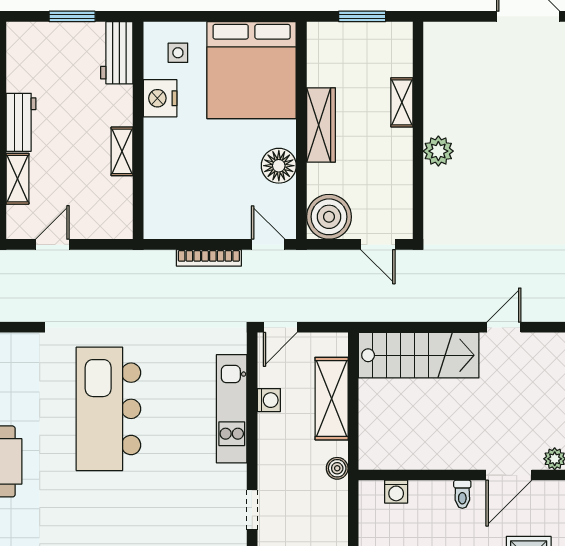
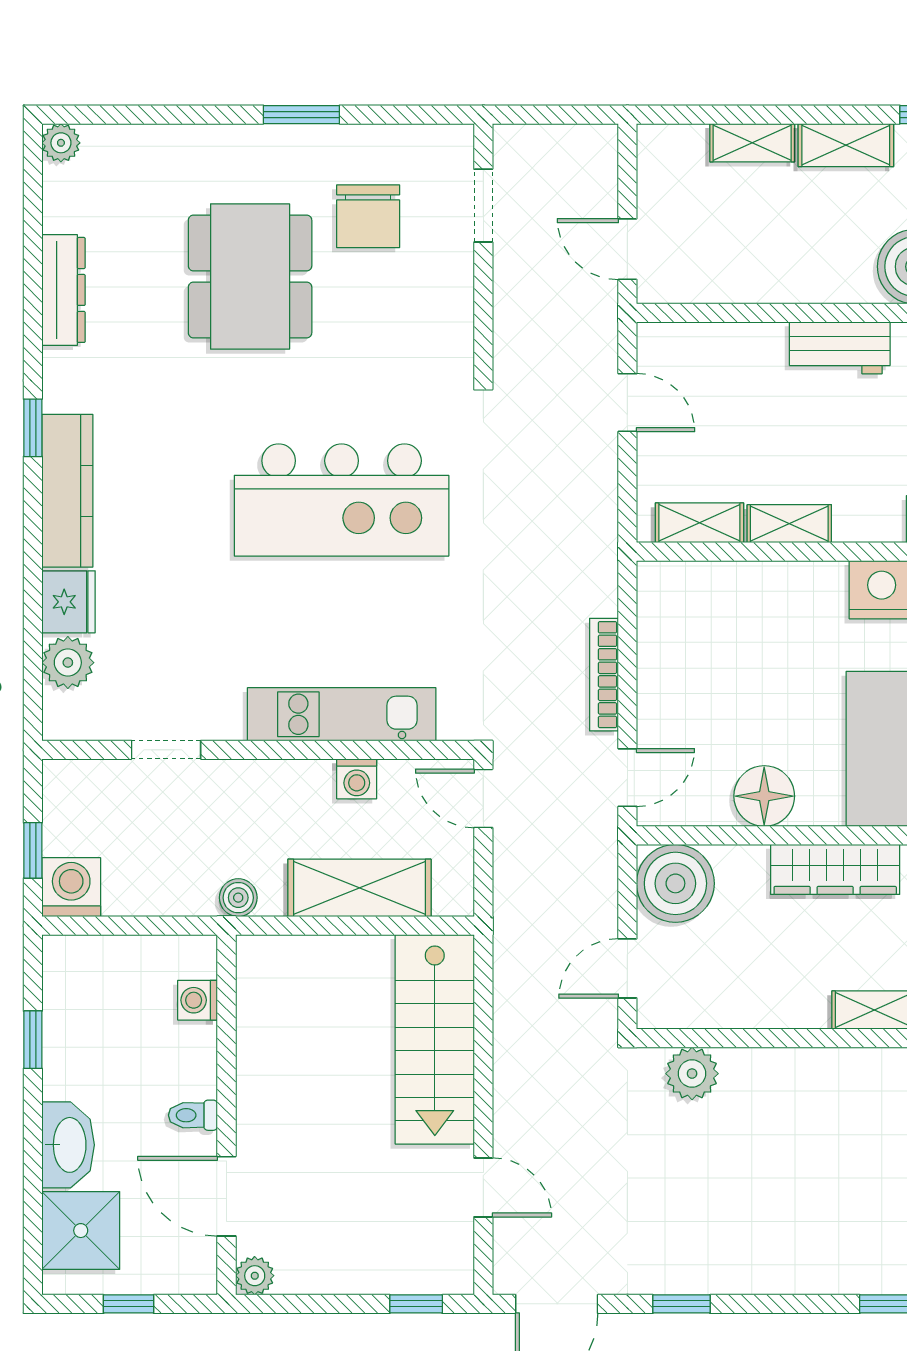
plant: (438, 151) -> (692, 1074), moved
shelving: (17, 179) -> (699, 523), moved
kitchen island: (108, 409) -> (342, 500), turned 180

